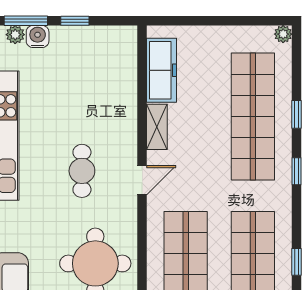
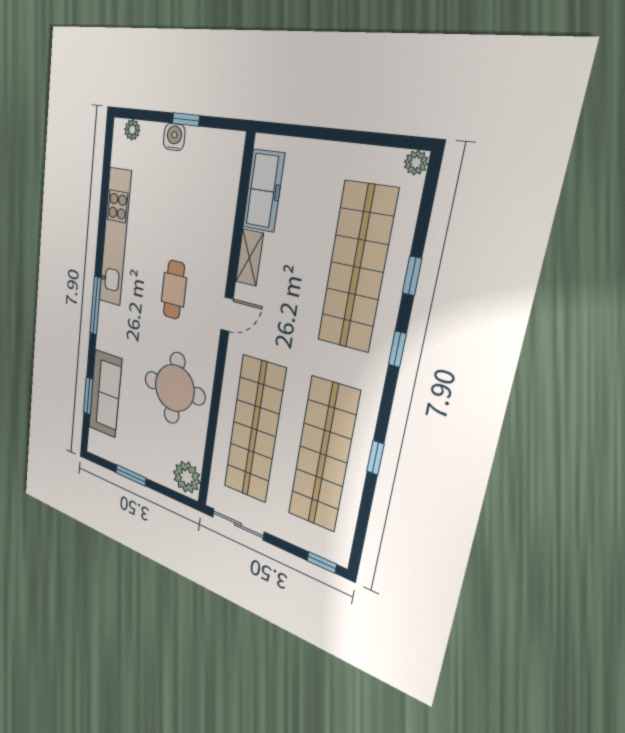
window: (26, 21) -> (143, 115), removed
water cooler: (38, 36) -> (174, 137), moved

